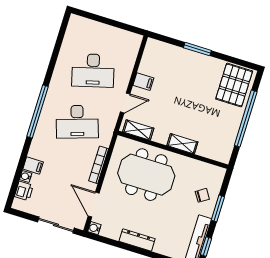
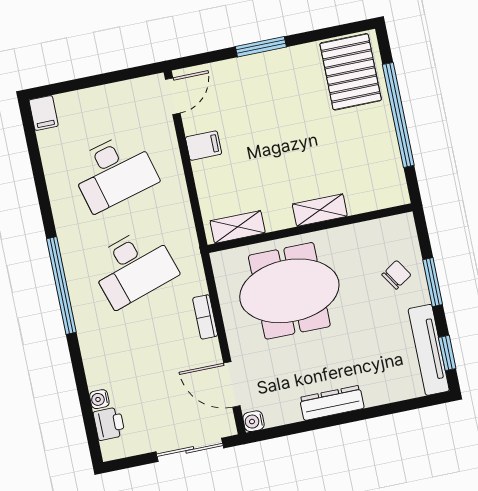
door: (125, 103) -> (173, 96), moved
filing cabinet: (33, 165) -> (44, 113), moved, turned 90
bookcase: (99, 165) -> (205, 317), width x0.64

